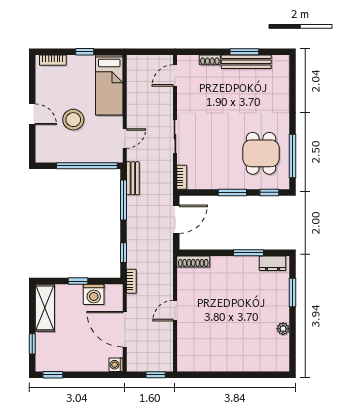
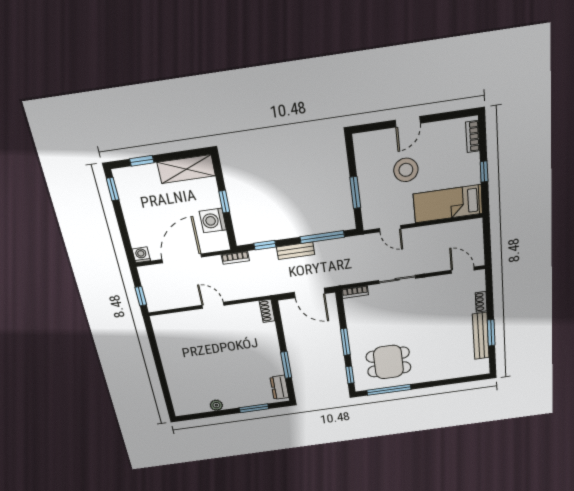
window: (87, 166) -> (355, 192), width x0.47
bench: (133, 178) -> (296, 251), moved
shoe rack: (193, 262) -> (267, 311), width x0.70

